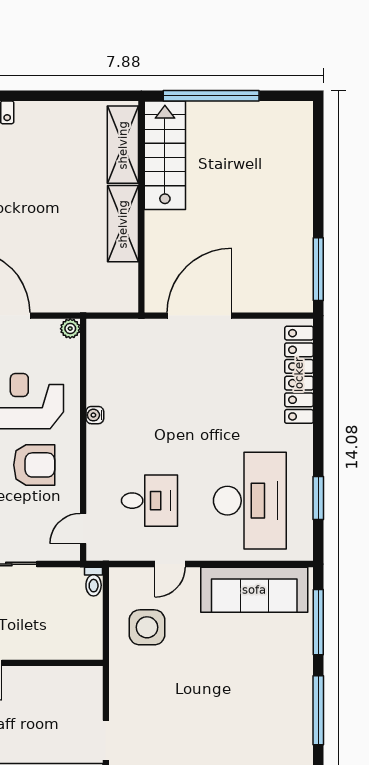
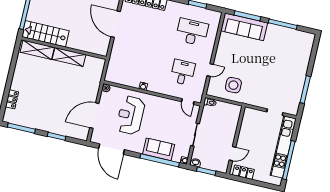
door: (199, 316) -> (116, 24), moved
armchair: (34, 465) -> (158, 115), removed
desk: (250, 501) -> (192, 32), width x0.73, depth x0.77
door: (170, 564) -> (210, 70), hinge flipped
sofa: (254, 590) -> (244, 27), moved, turned 90

